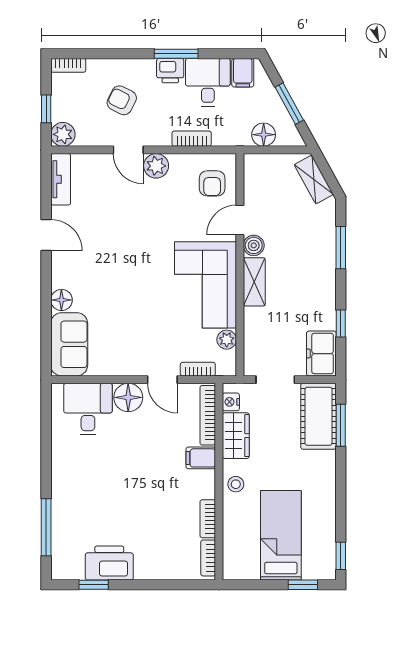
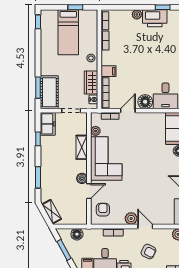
shelving: (254, 282) -> (82, 147), moved
door: (162, 380) -> (128, 111), hinge flipped
plant: (145, 570) -> (137, 14), added
window: (303, 585) -> (75, 7), moved

